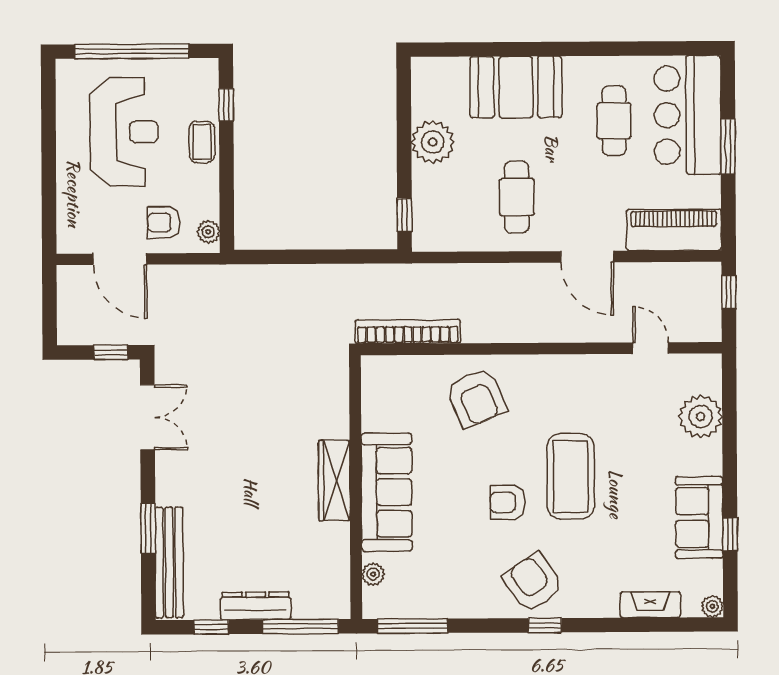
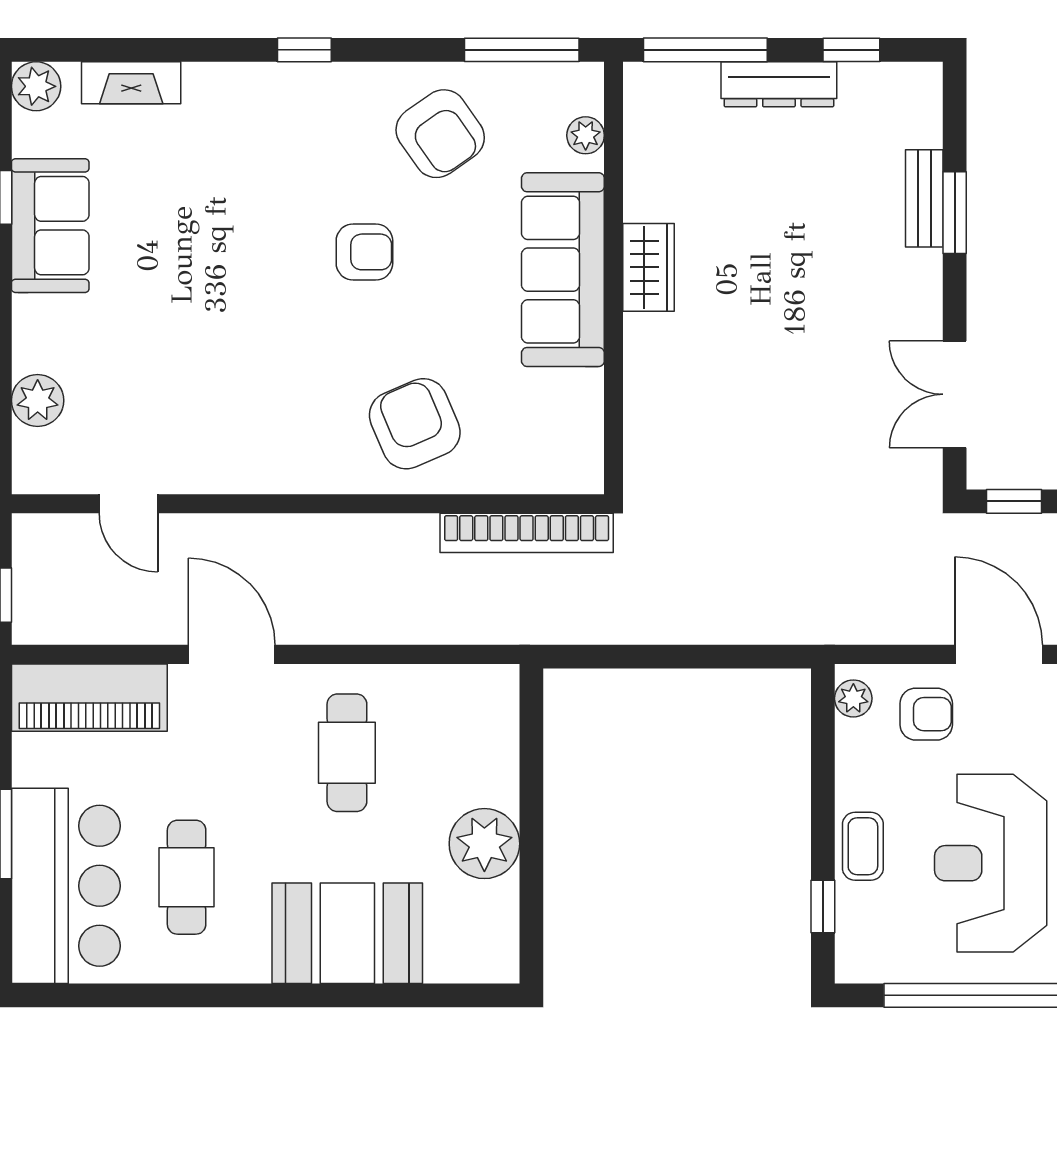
window: (404, 215) -> (531, 724), removed
plant: (701, 417) -> (38, 400), width x0.73, depth x0.73
coffee table: (571, 476) -> (261, 294), removed
wardrobe: (334, 480) -> (649, 267), width x0.67
bench: (169, 562) -> (924, 198), width x0.54, depth x0.82
armchair: (533, 582) -> (440, 134), moved
plant: (712, 606) -> (36, 86), width x1.38, depth x1.38

